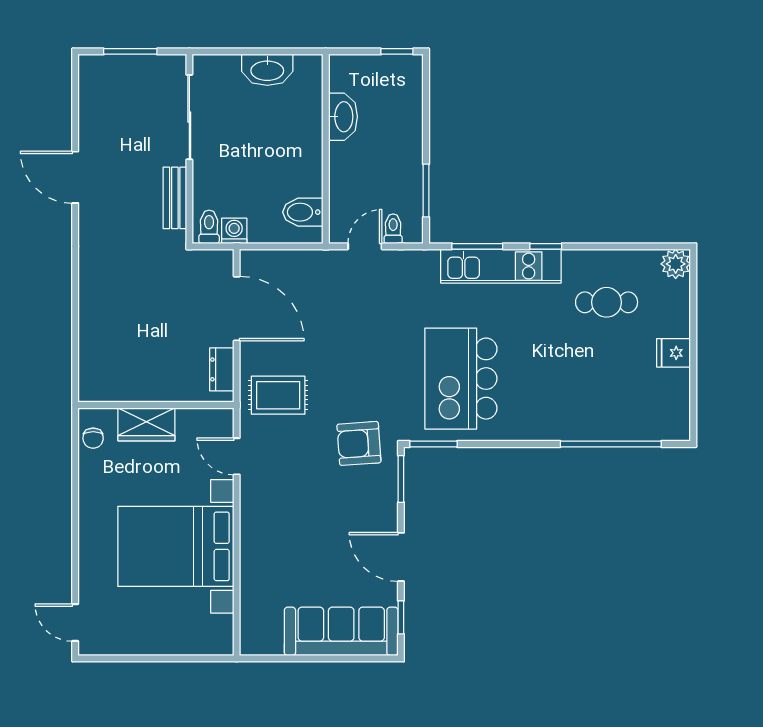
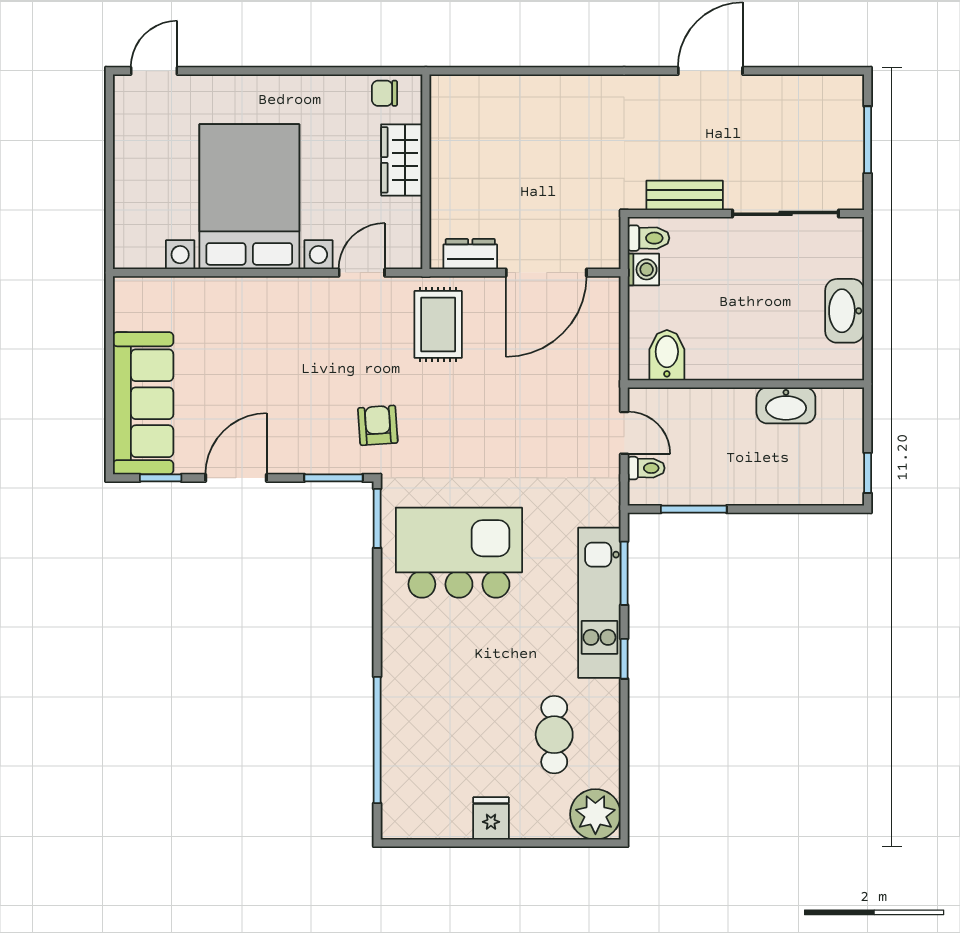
plant: (676, 264) -> (595, 814), width x1.36, depth x1.36
armchair: (359, 443) -> (378, 425), width x0.72, depth x0.72

